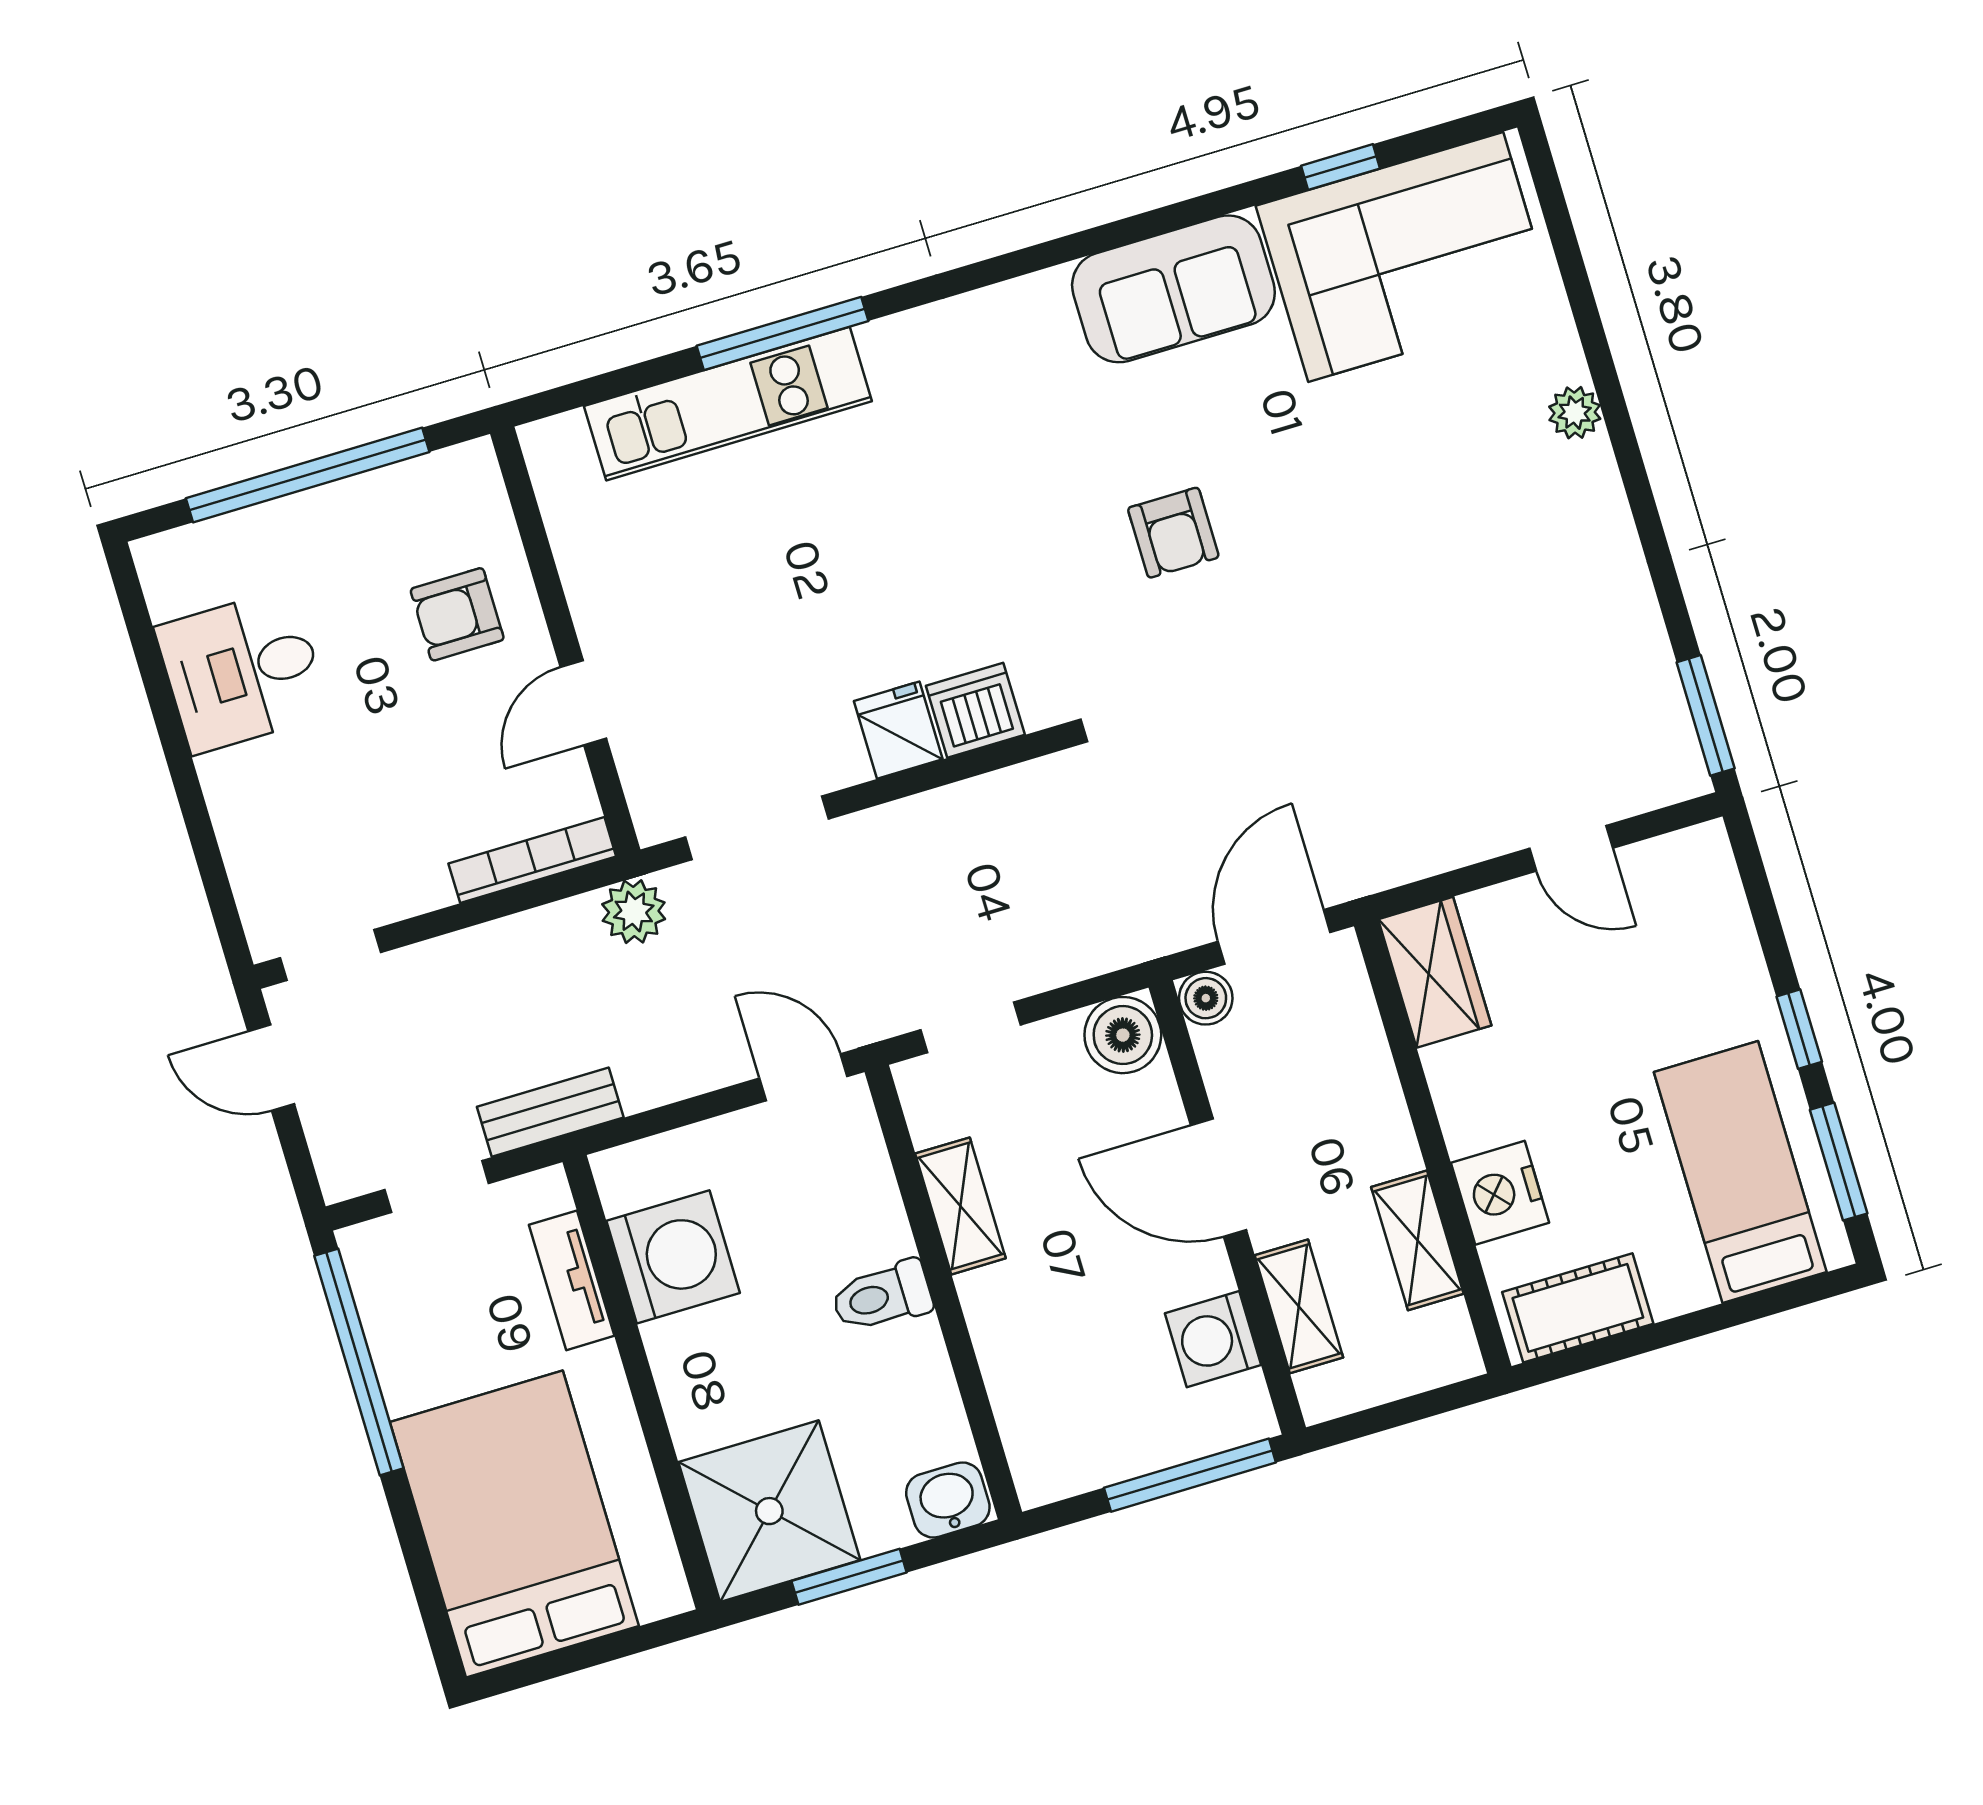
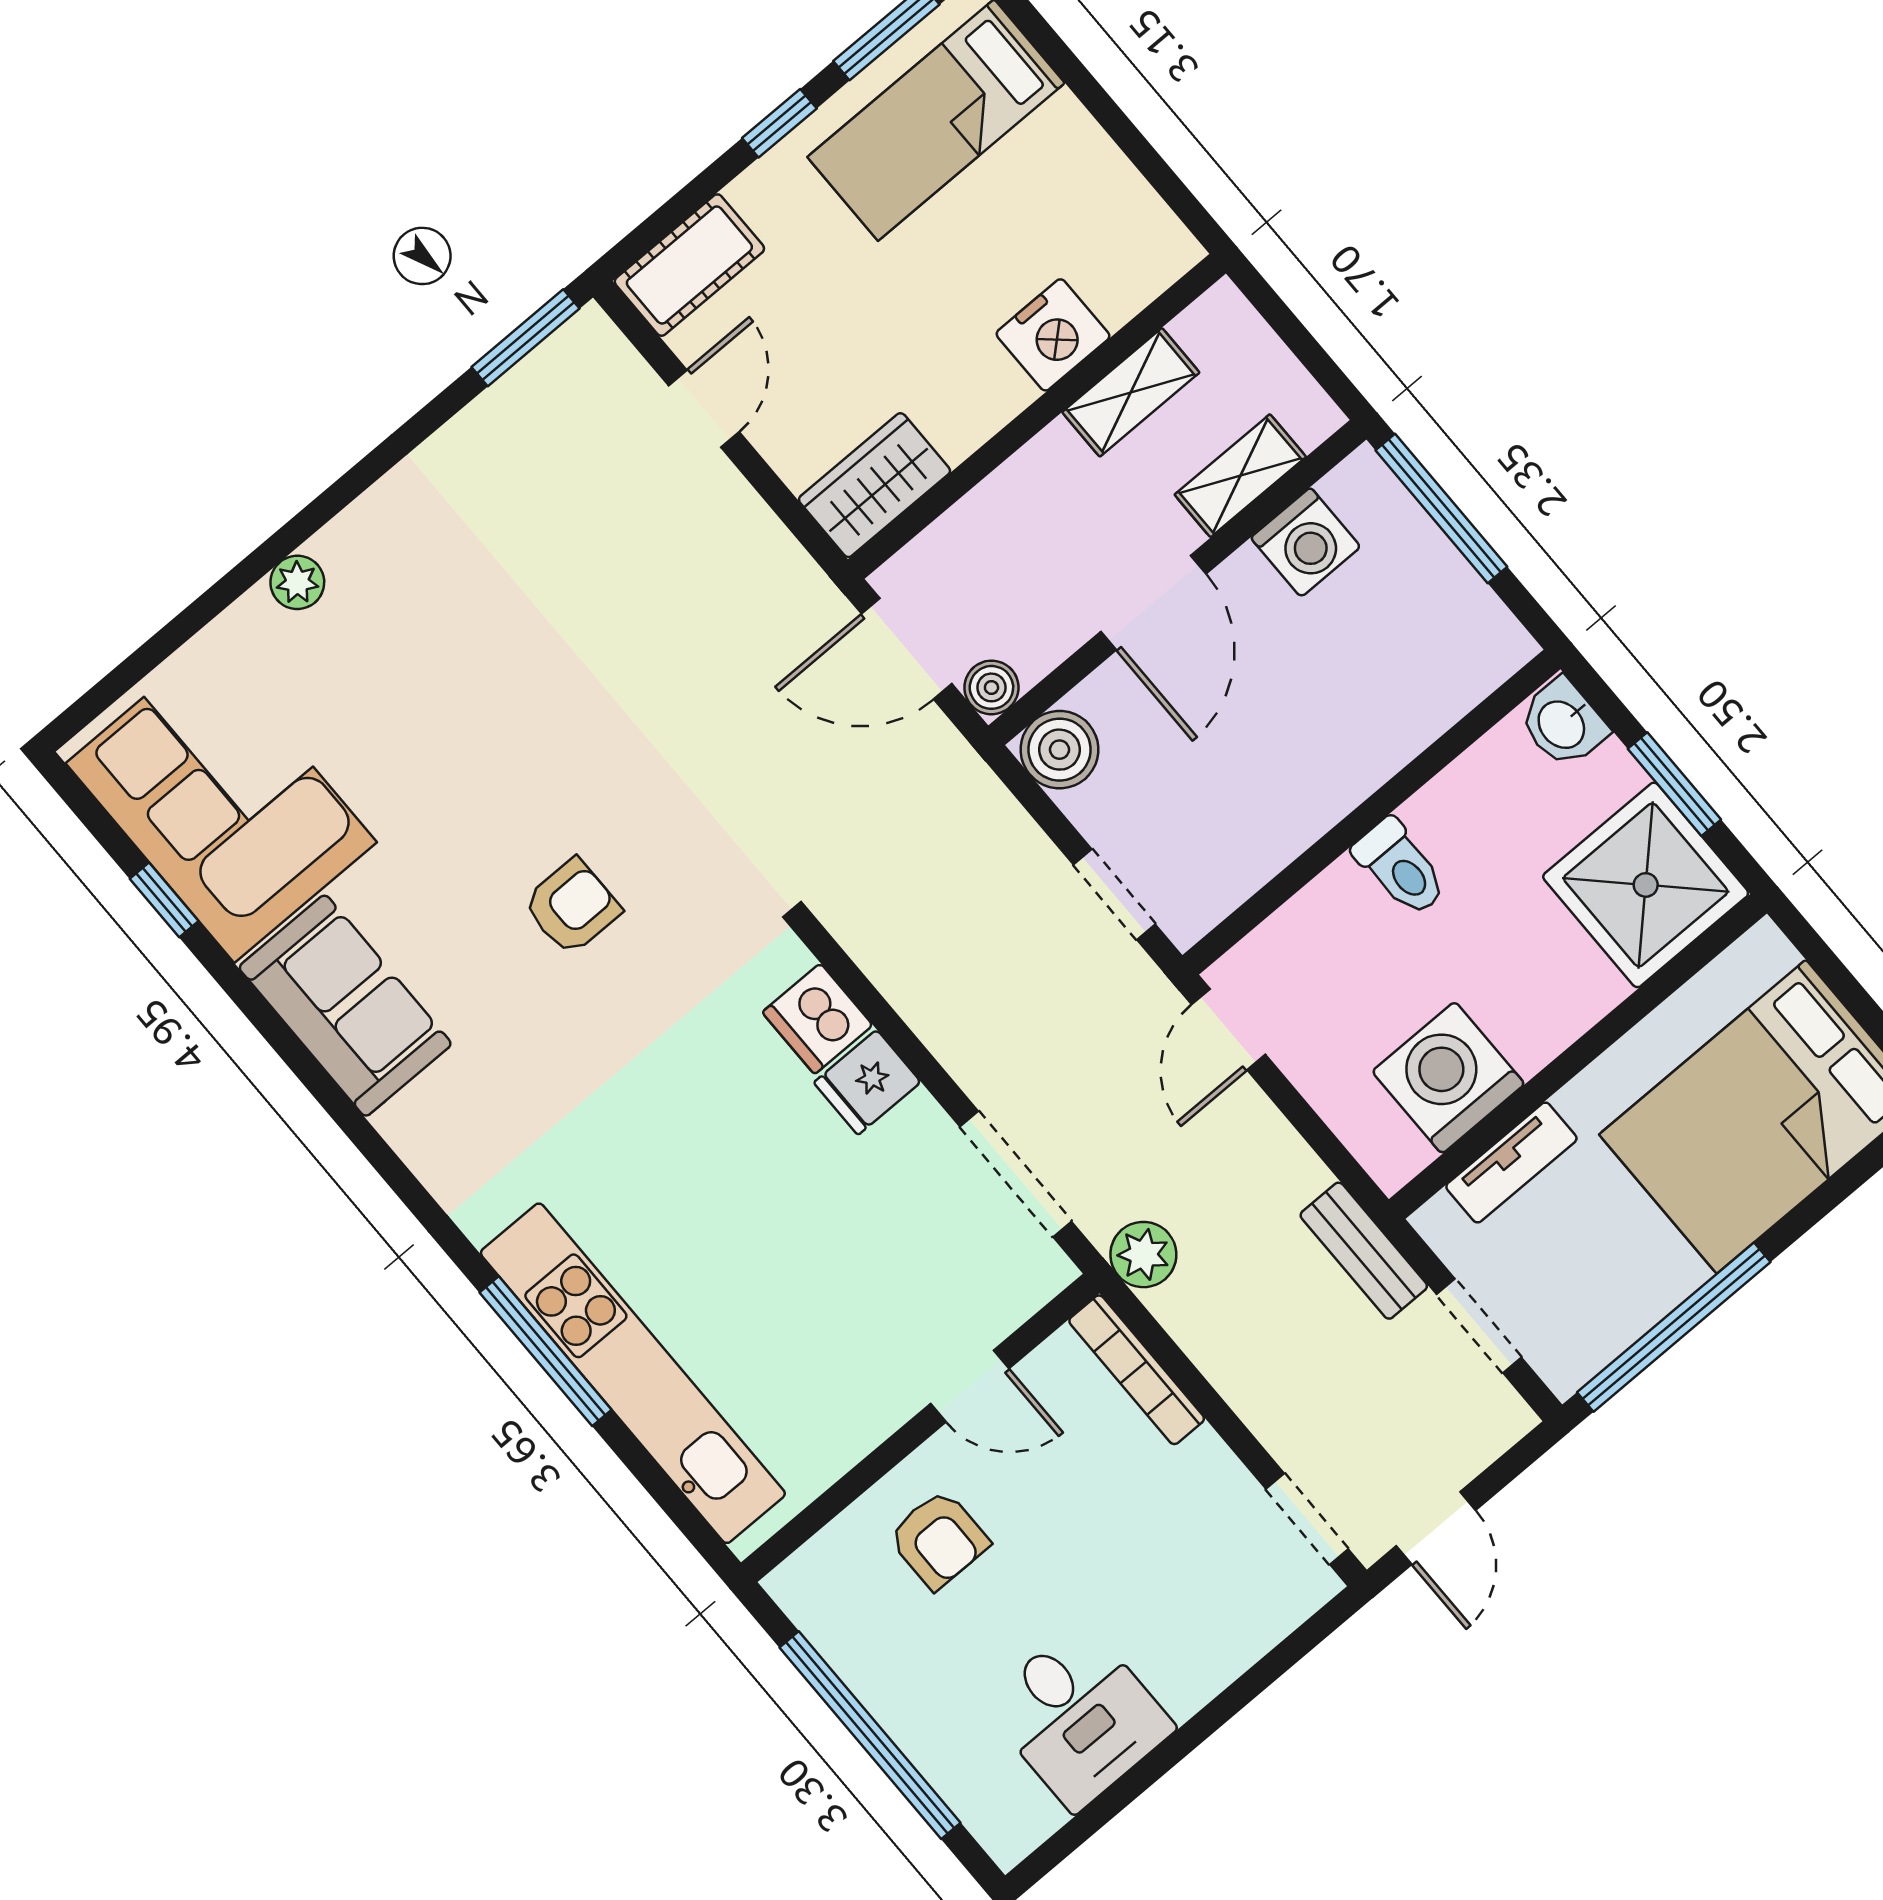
kitchen unit: (728, 404) -> (633, 1373), width x1.36
shelving: (960, 1206) -> (1284, 831), removed
cot: (1578, 1308) -> (689, 265), moved, turned 90

